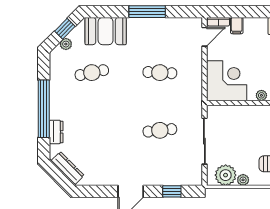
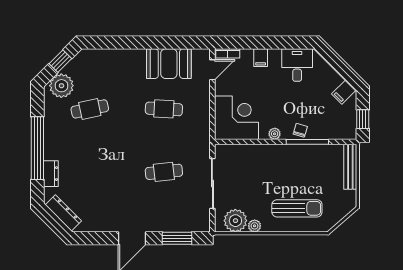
window: (147, 12) -> (150, 42), removed
filing cabinet: (237, 26) -> (261, 58), moved
booth: (106, 31) -> (169, 64), moved
plant: (66, 44) -> (61, 86), width x1.87, depth x1.87
window: (172, 191) -> (177, 238), width x1.50

